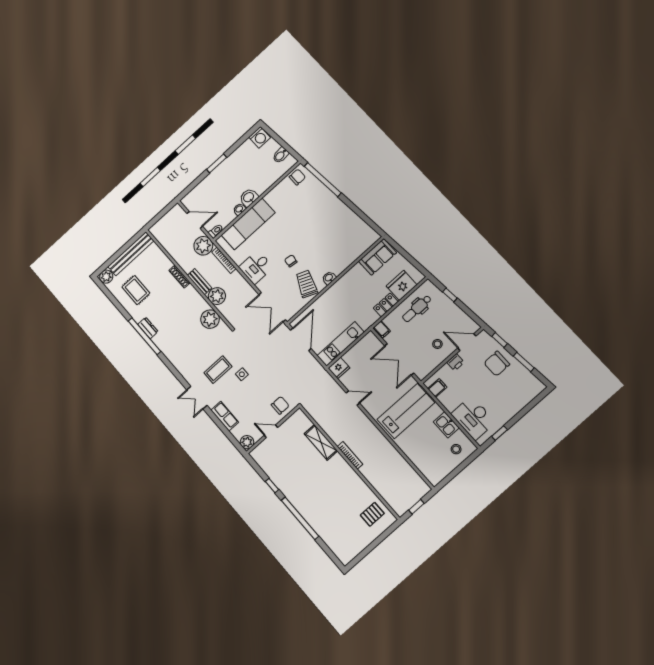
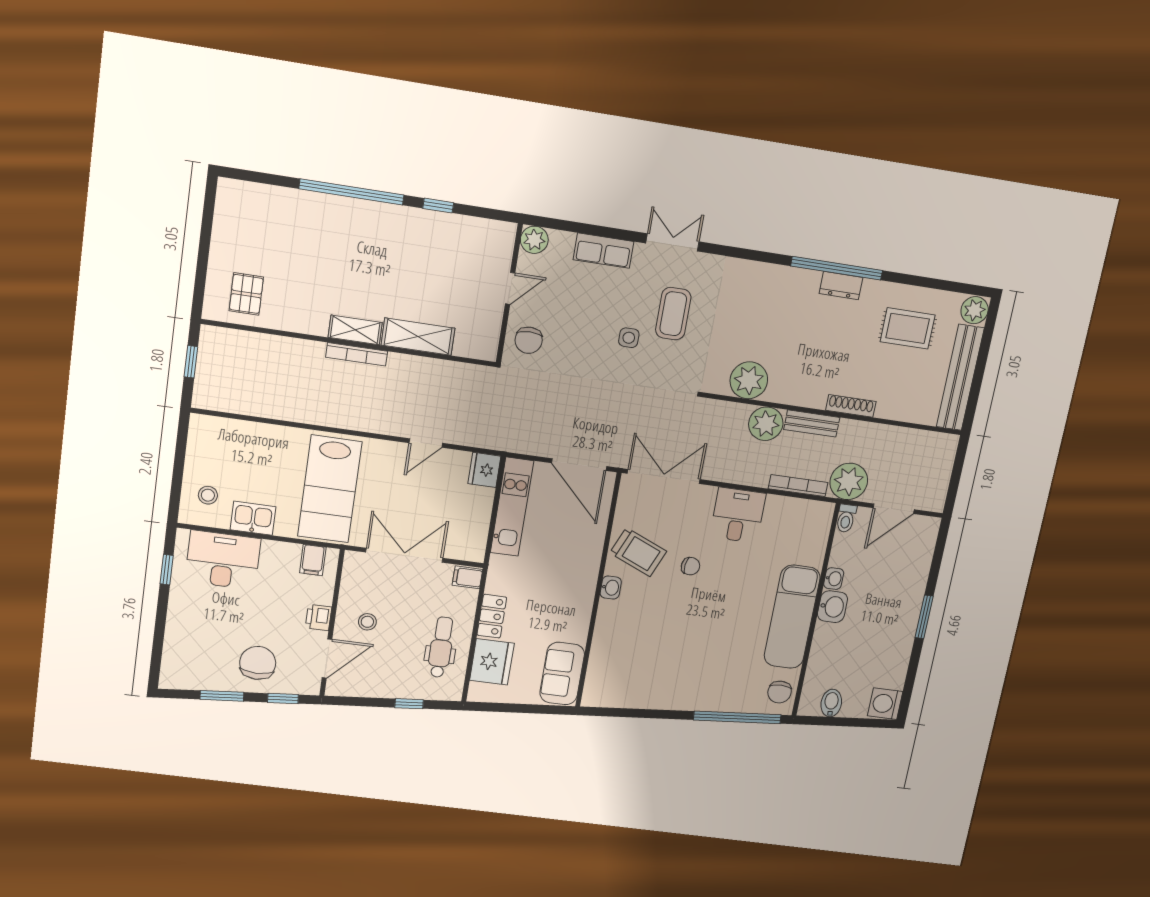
exam couch: (248, 224) -> (792, 617), moved
shelving: (343, 465) -> (355, 330), added

